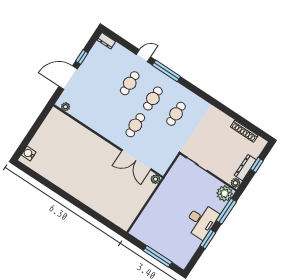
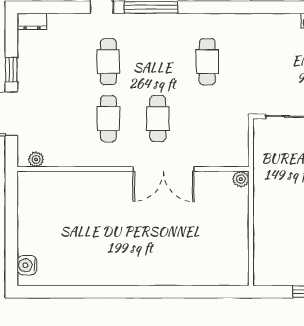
cafe table: (153, 99) -> (108, 119), moved
double door: (136, 160) -> (164, 169), moved

